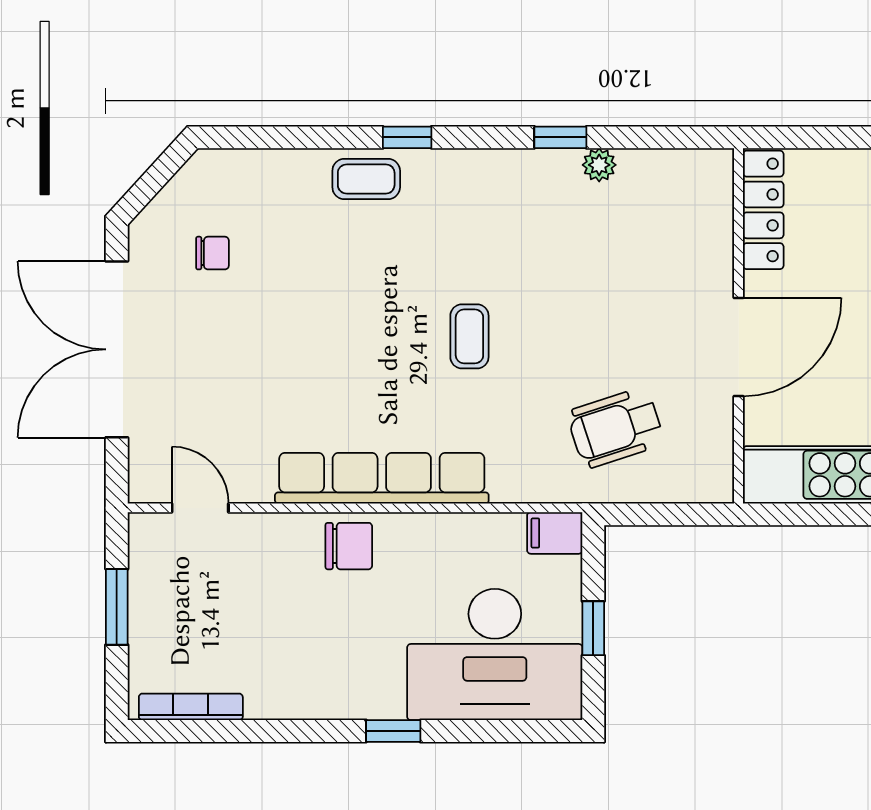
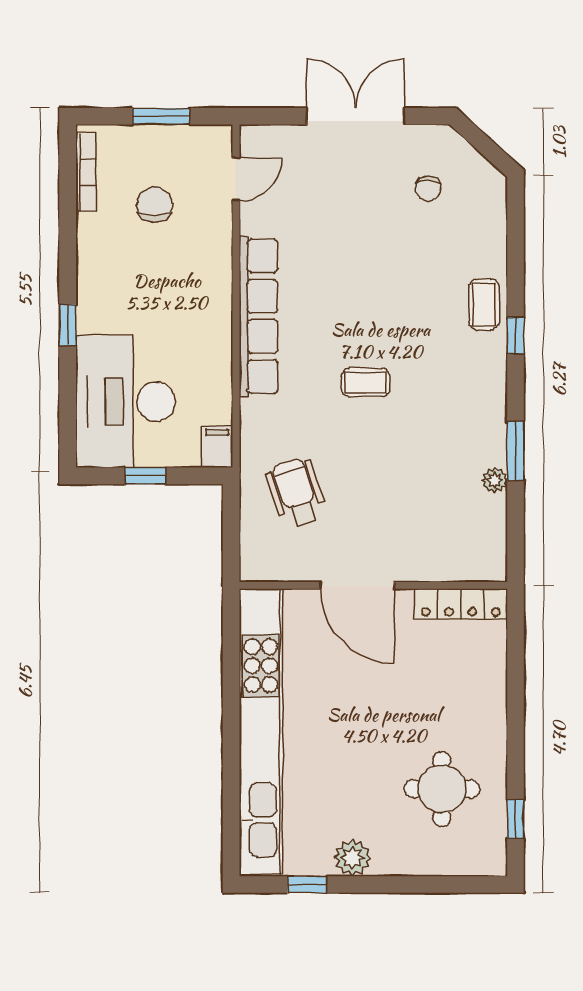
window: (560, 137) -> (515, 451), width x1.50
double door: (117, 349) -> (356, 116), width x0.73
chair: (349, 546) -> (155, 205), moved, turned 180

